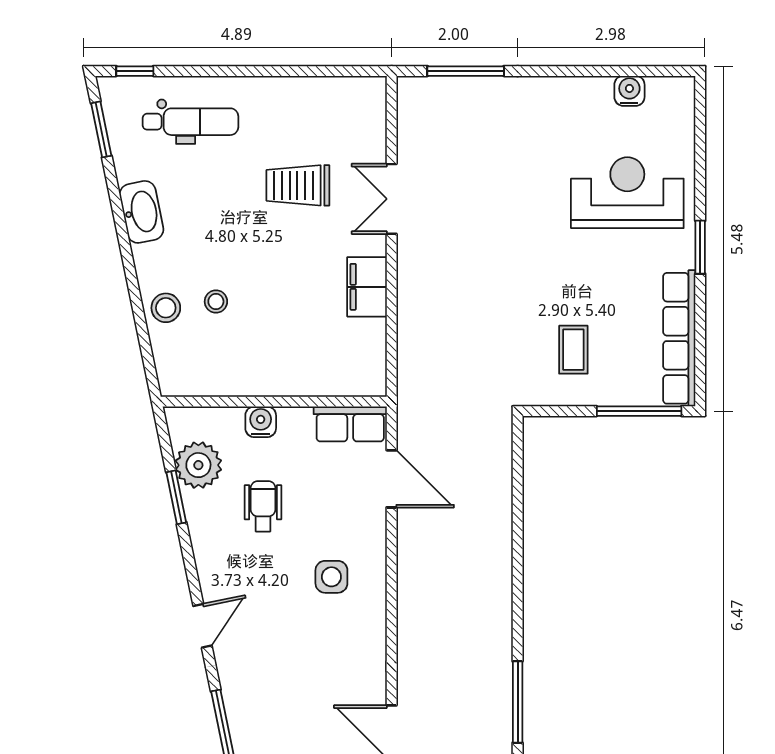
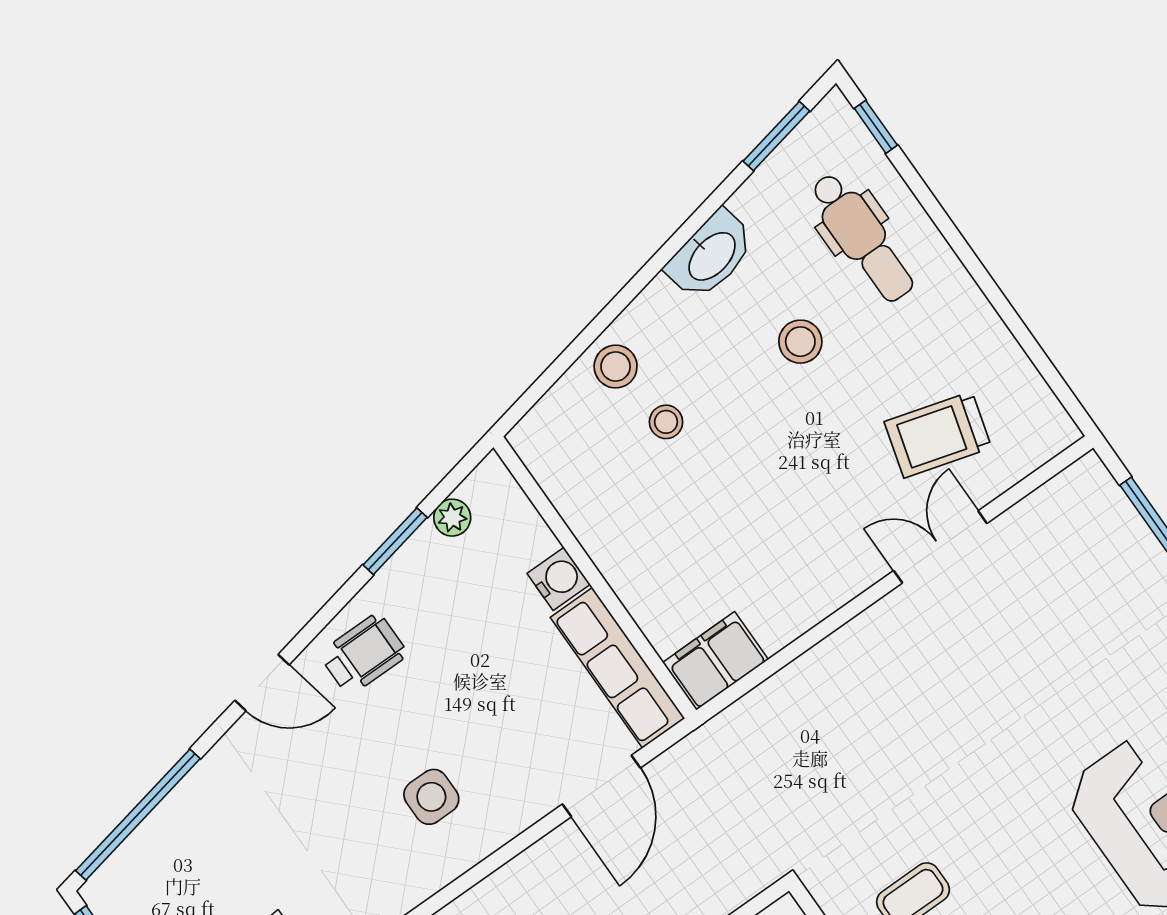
trolley: (298, 185) -> (938, 435), moved, turned -74
stool: (224, 196) -> (800, 342), added
filing cabinet: (367, 287) -> (716, 661), moved
row of seats: (350, 424) -> (618, 668), width x1.48
plant: (198, 465) -> (452, 518), width x0.53, depth x0.53
wheelchair: (263, 506) -> (363, 654), moved

